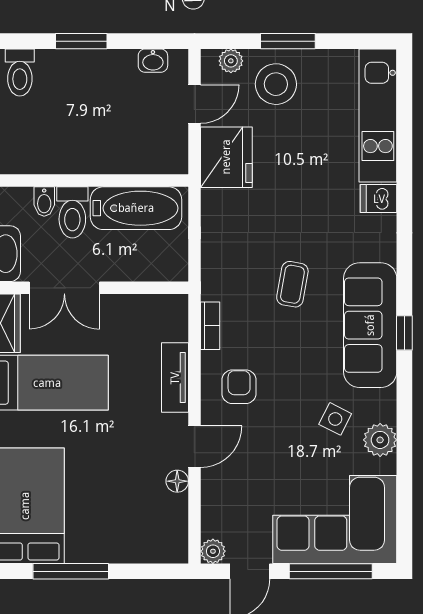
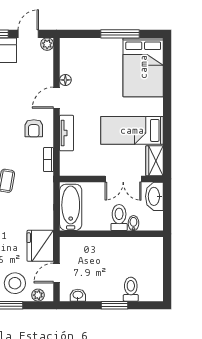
toilet: (20, 72) -> (131, 289), moved
bathtub: (136, 208) -> (71, 207), moved, turned 90
double door: (64, 288) -> (123, 179), swing flipped

